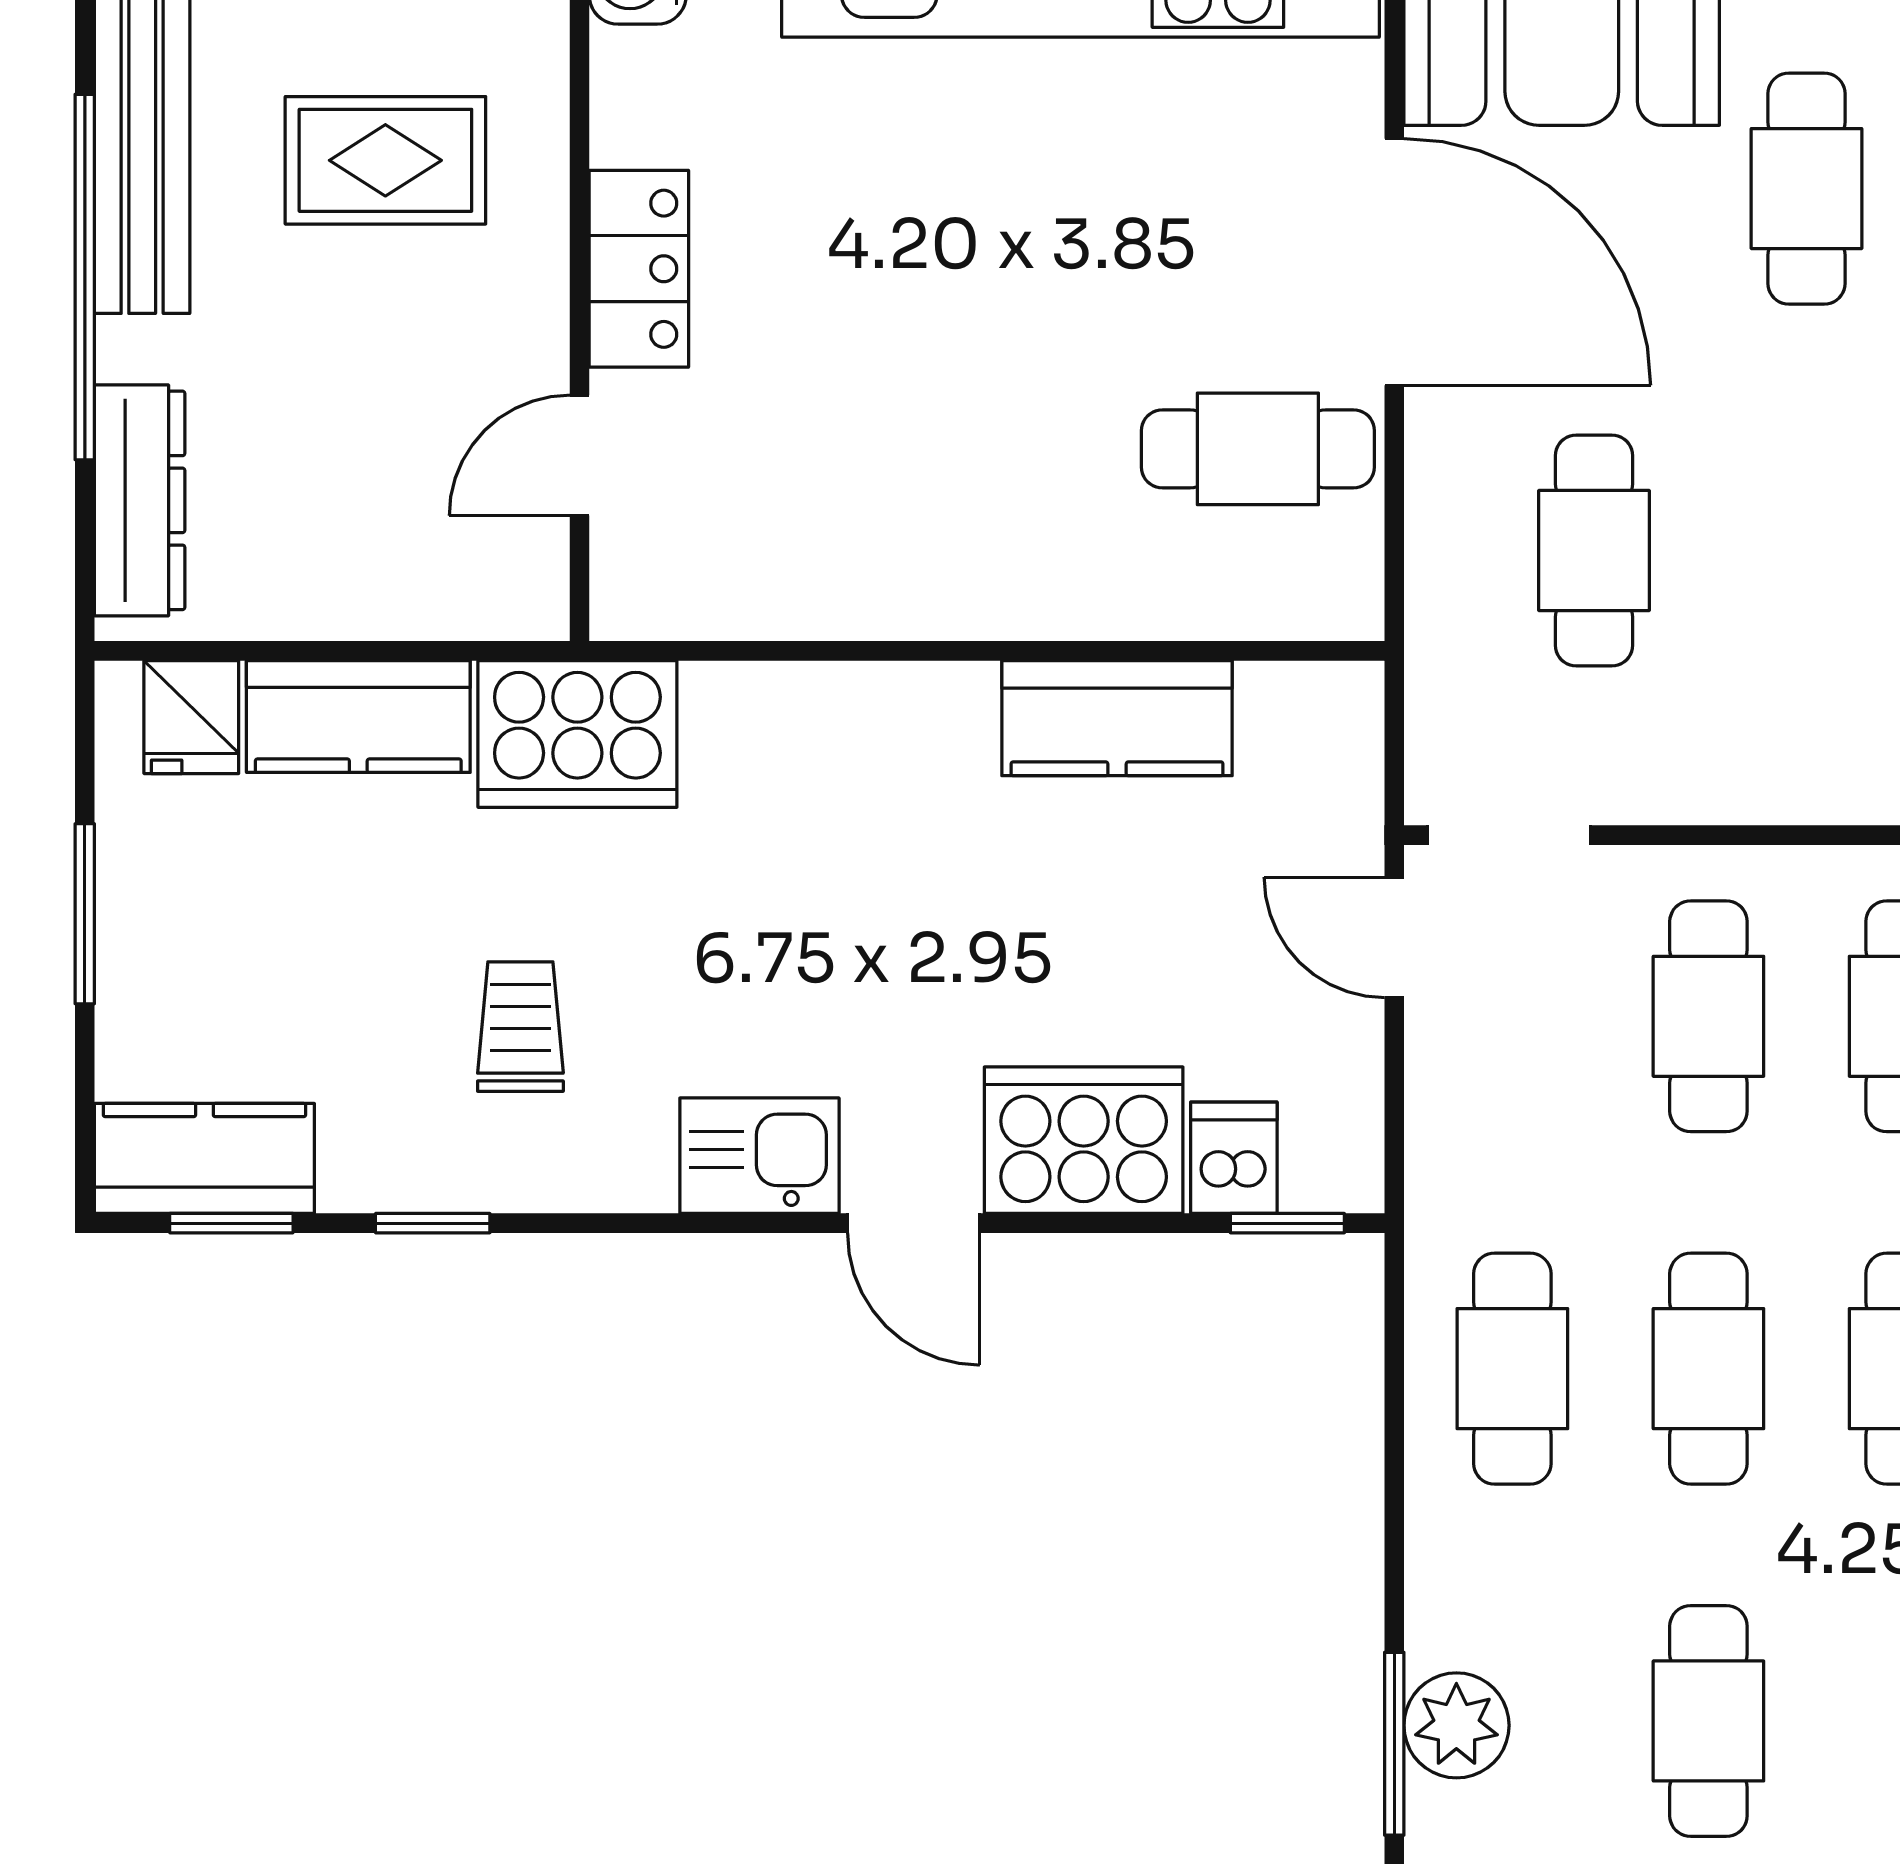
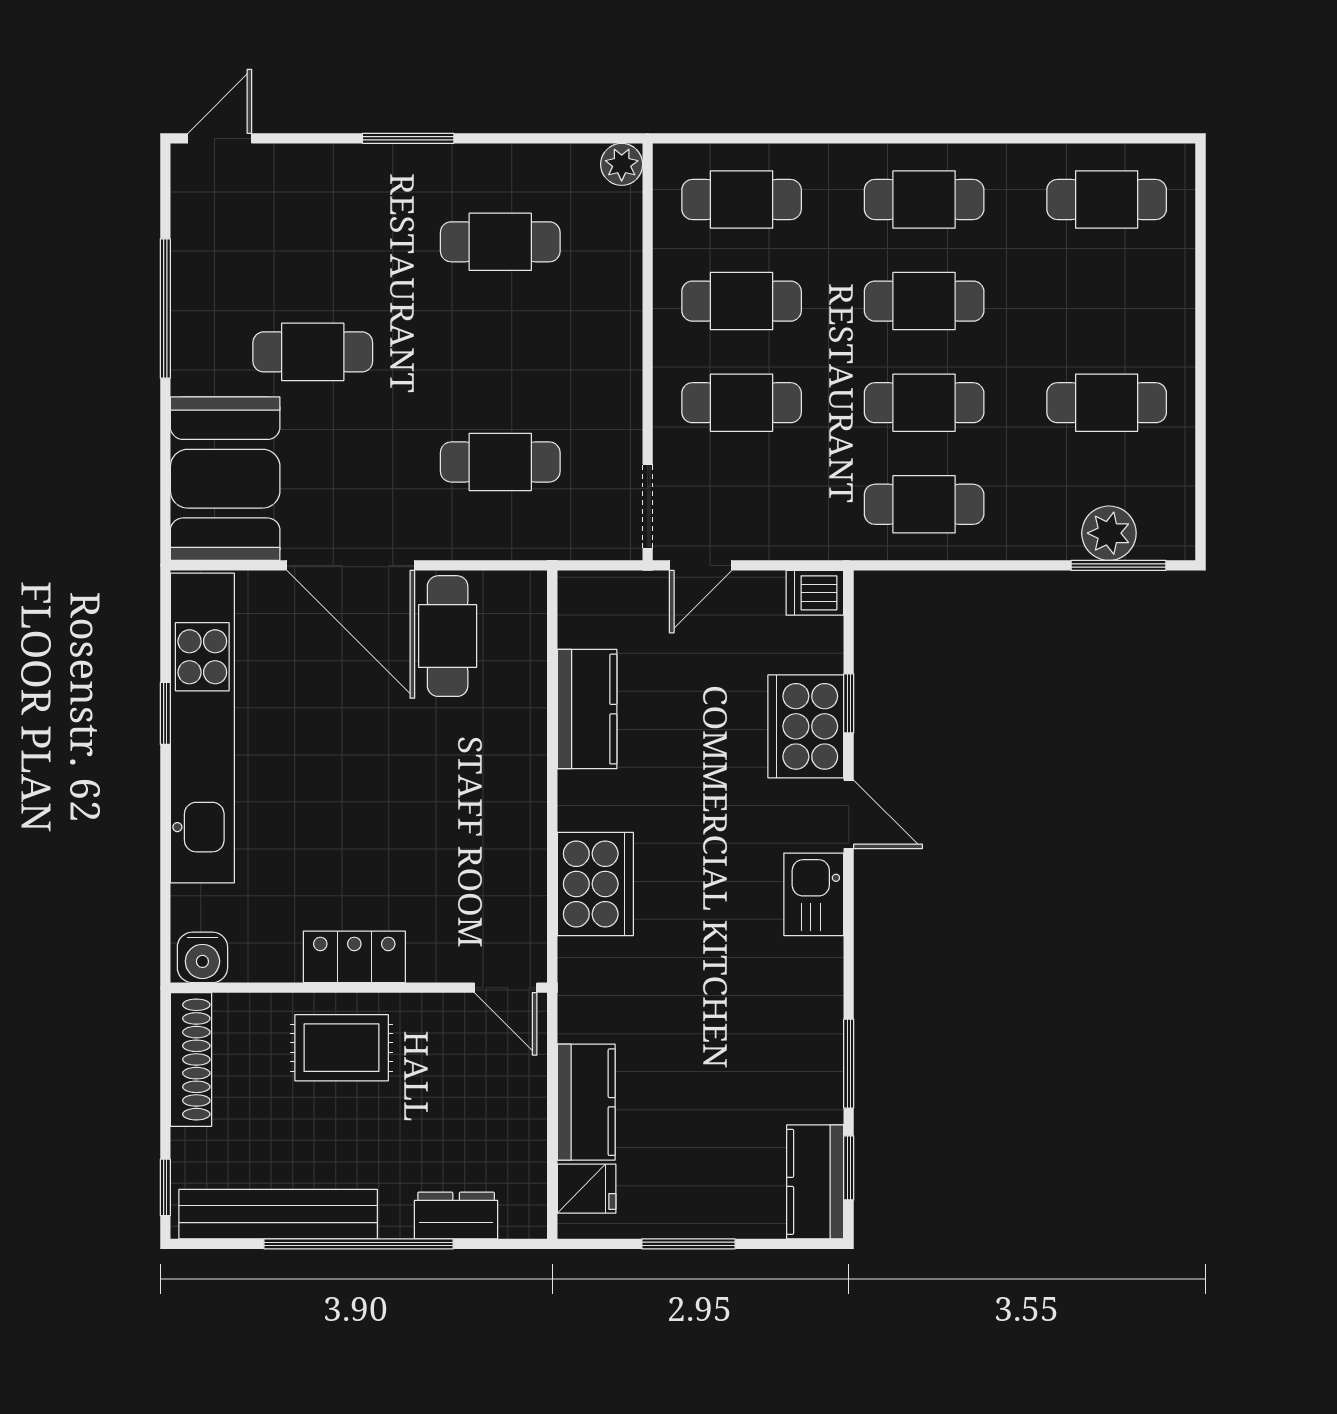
rug: (385, 160) -> (342, 1048), moved, turned 90
door: (1394, 262) -> (351, 565), swing flipped
door: (579, 455) -> (506, 988), moved
dresser: (140, 500) -> (456, 1215), width x0.70
cooker: (577, 734) -> (595, 884), moved
trolley: (520, 1027) -> (747, 1018), removed
dishwasher: (1234, 1158) -> (815, 593), moved
window: (433, 1223) -> (849, 1064), width x1.50
door: (914, 1223) -> (849, 814), hinge flipped
window: (1287, 1223) -> (849, 703), moved

